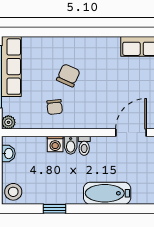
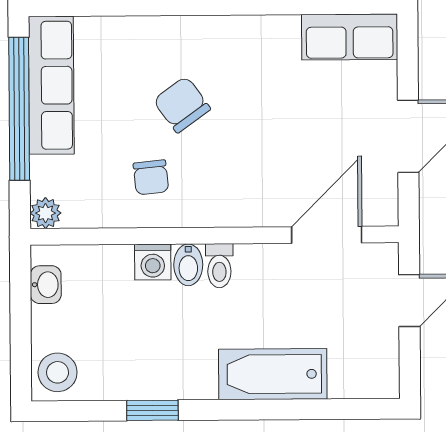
chair: (68, 75) -> (182, 105), turned -60

